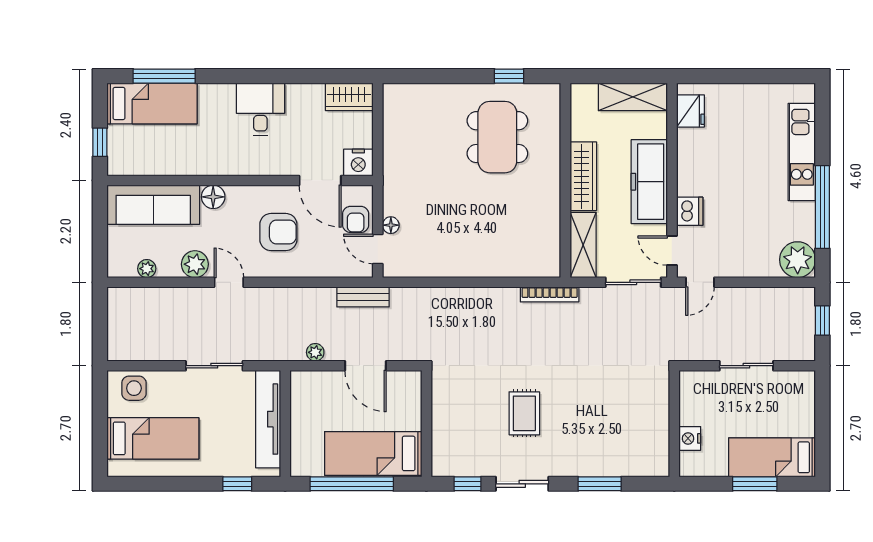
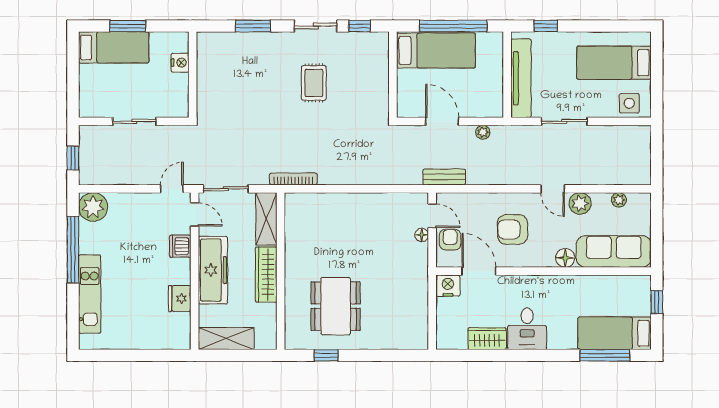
wardrobe: (349, 97) -> (487, 339), moved
fridge: (690, 111) -> (180, 299), moved

